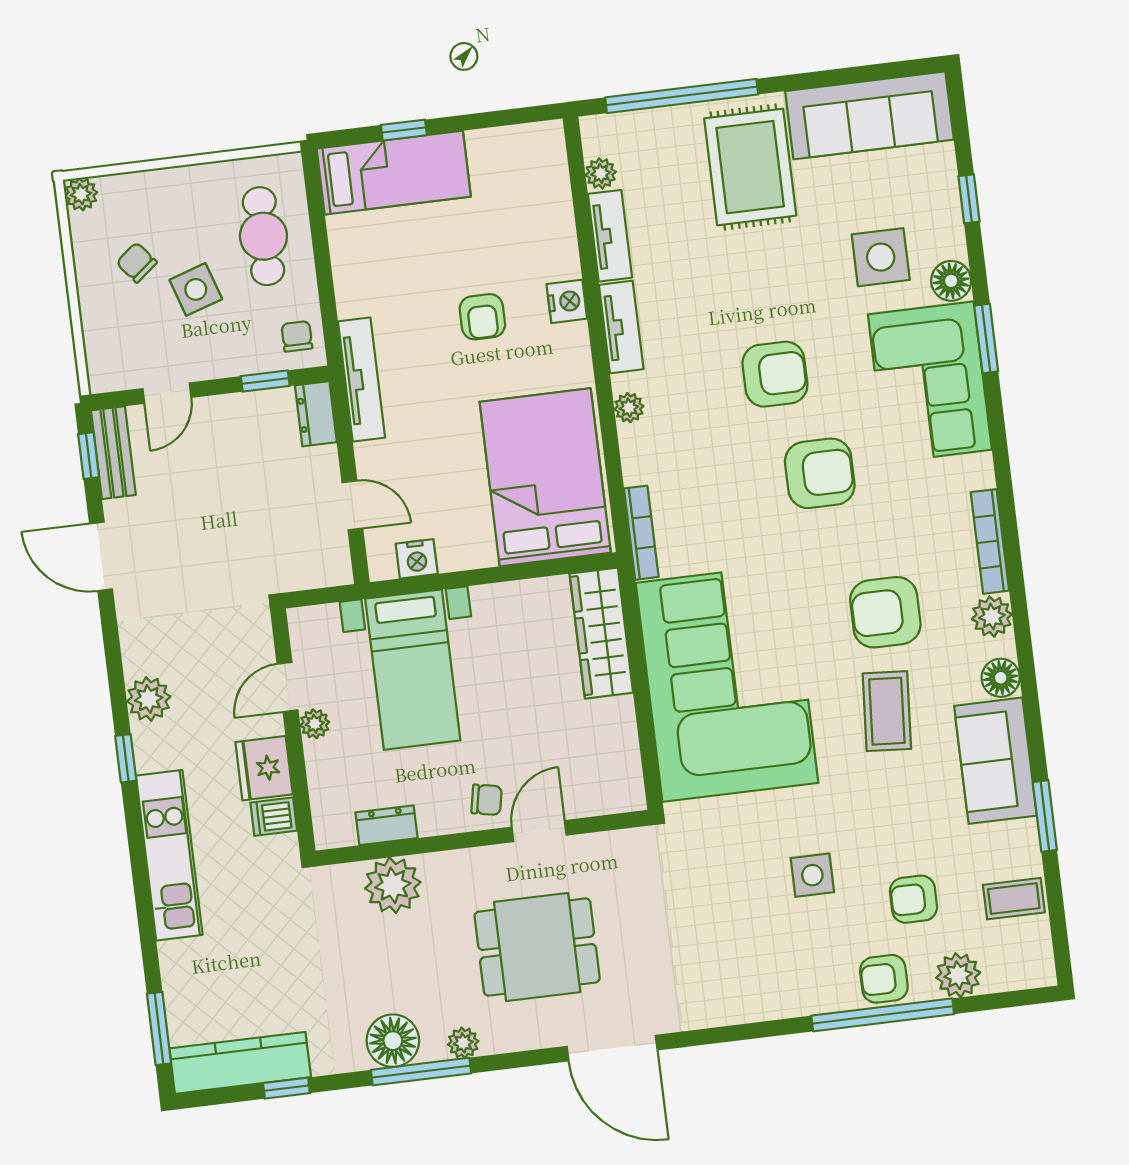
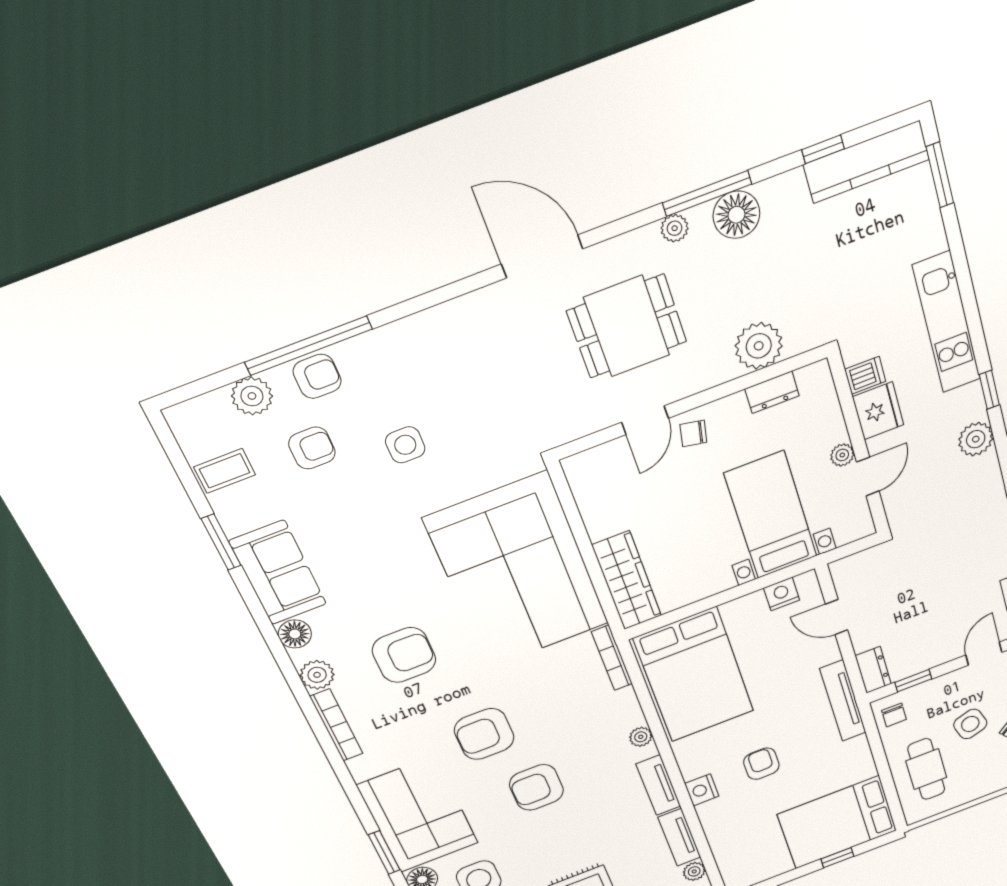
bed: (394, 173) -> (837, 822), width x1.50
coffee table: (887, 711) -> (381, 585), removed

